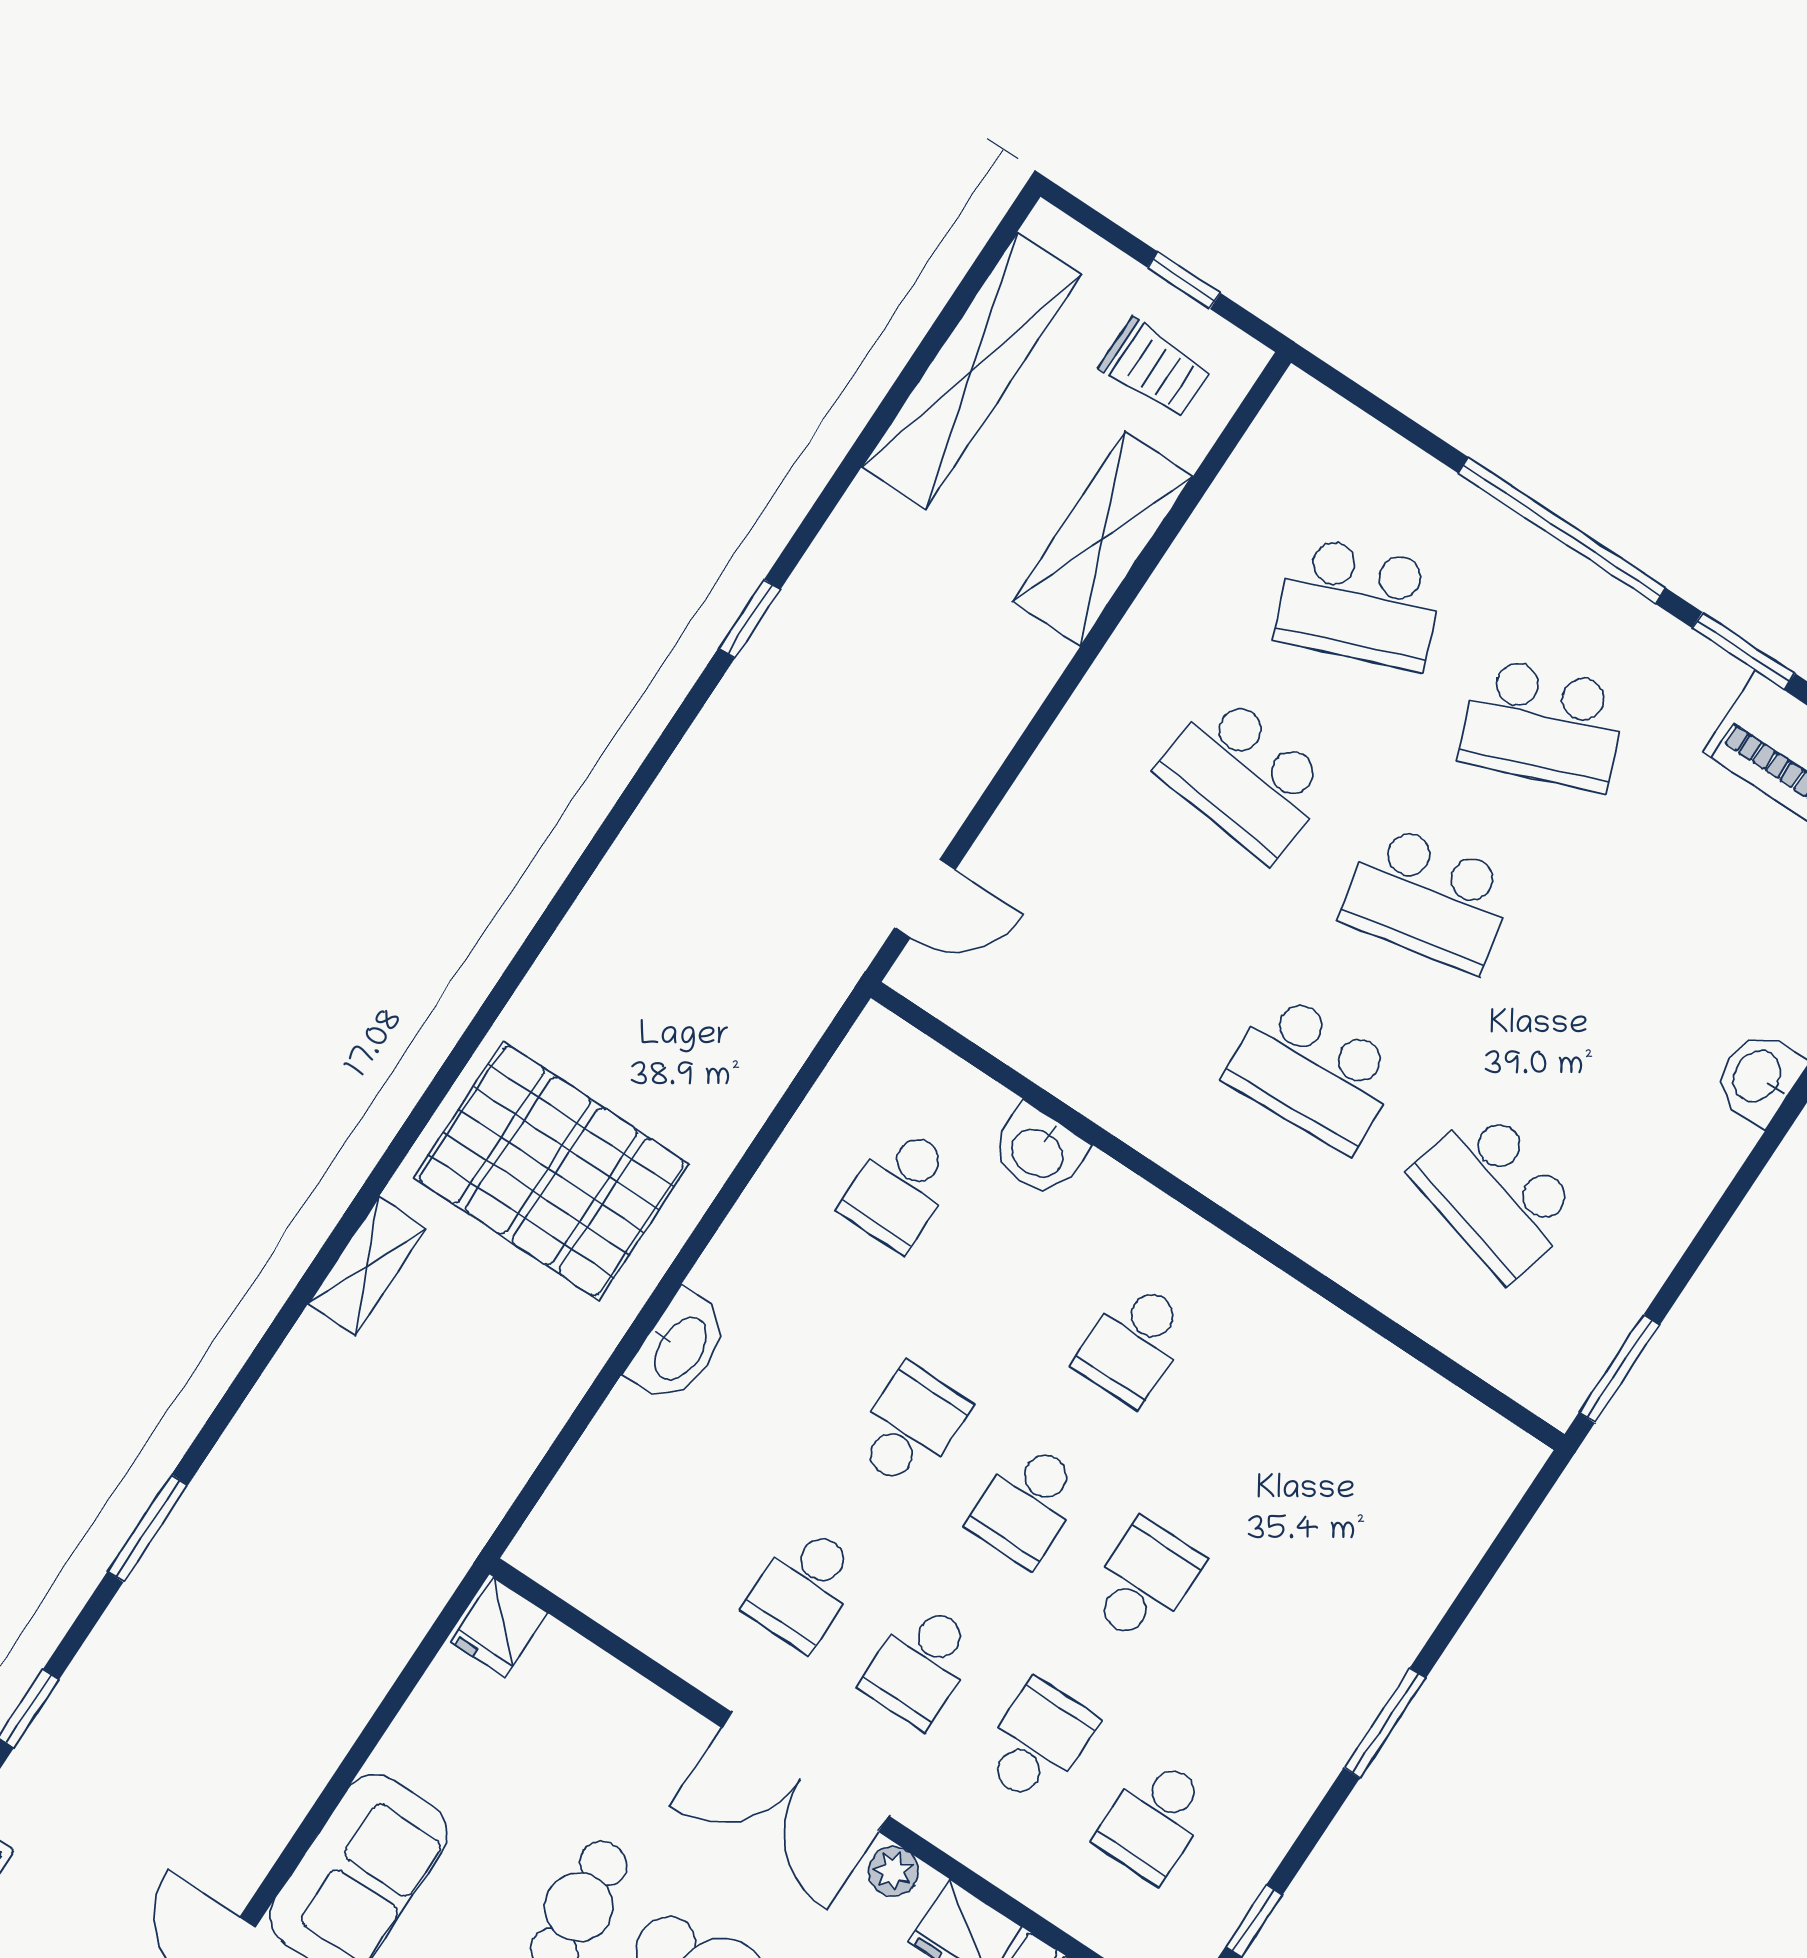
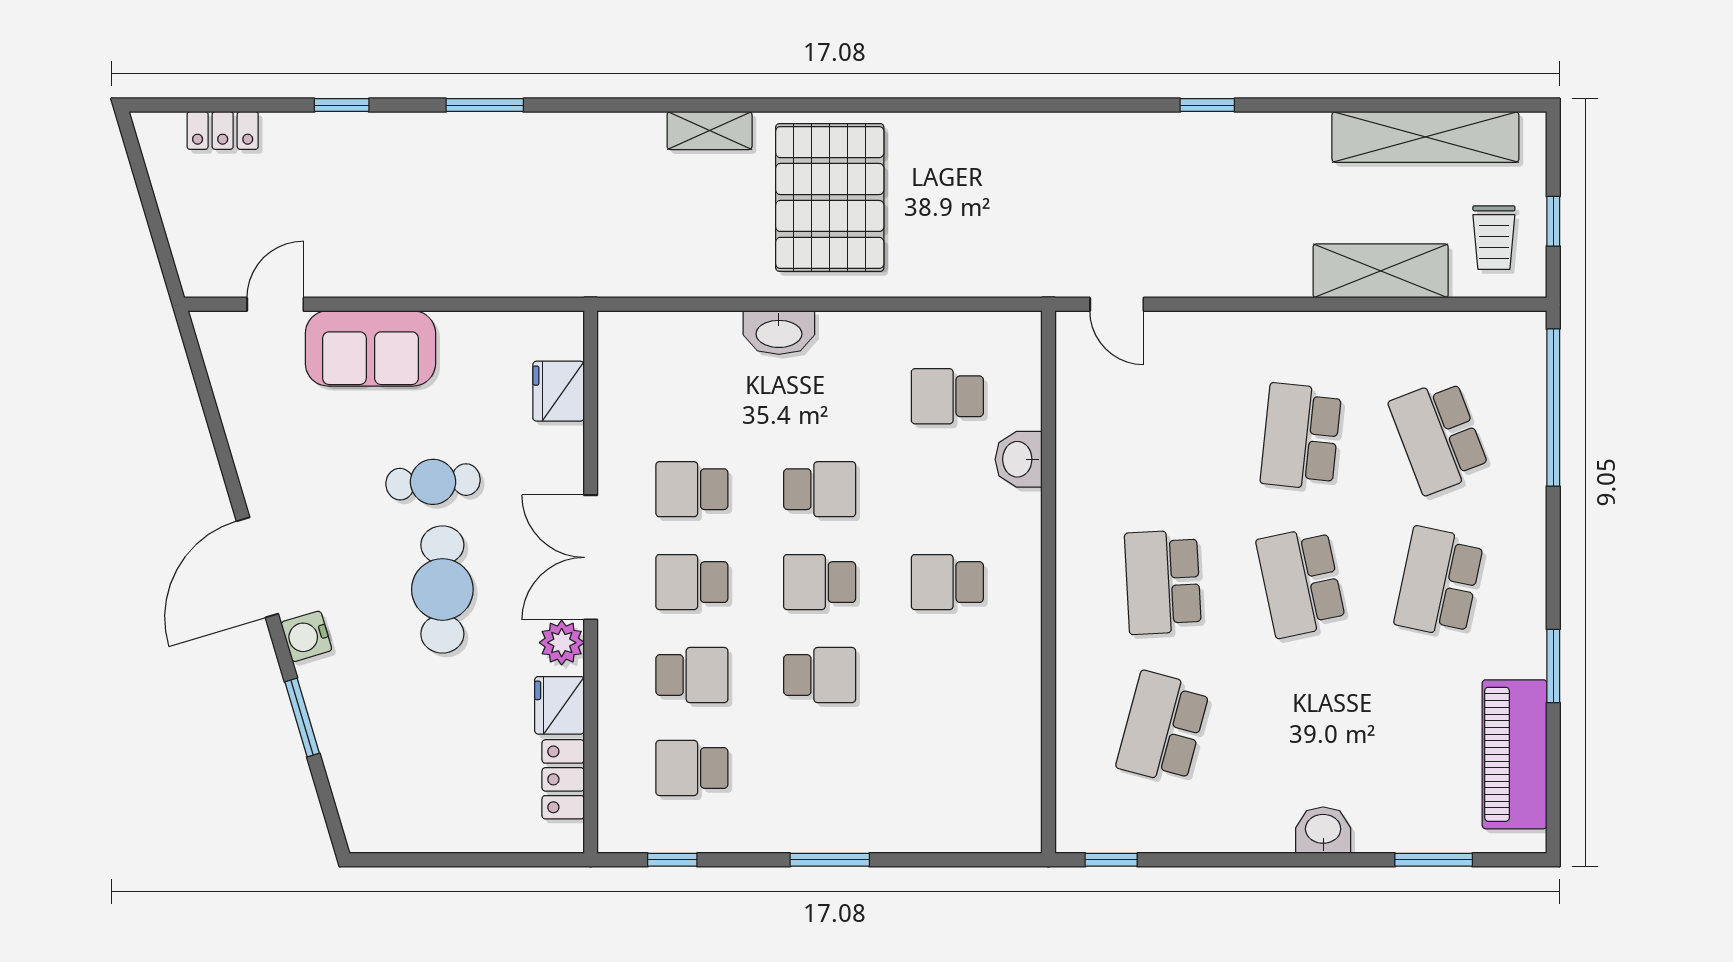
window: (1562, 530) -> (1553, 408), moved
school desk: (1543, 725) -> (1439, 582), turned 33
window: (1619, 1369) -> (1111, 860), width x0.67
fridge: (499, 1627) -> (559, 391), moved, width x1.38
plant: (893, 1871) -> (562, 643), width x1.38, depth x1.38

